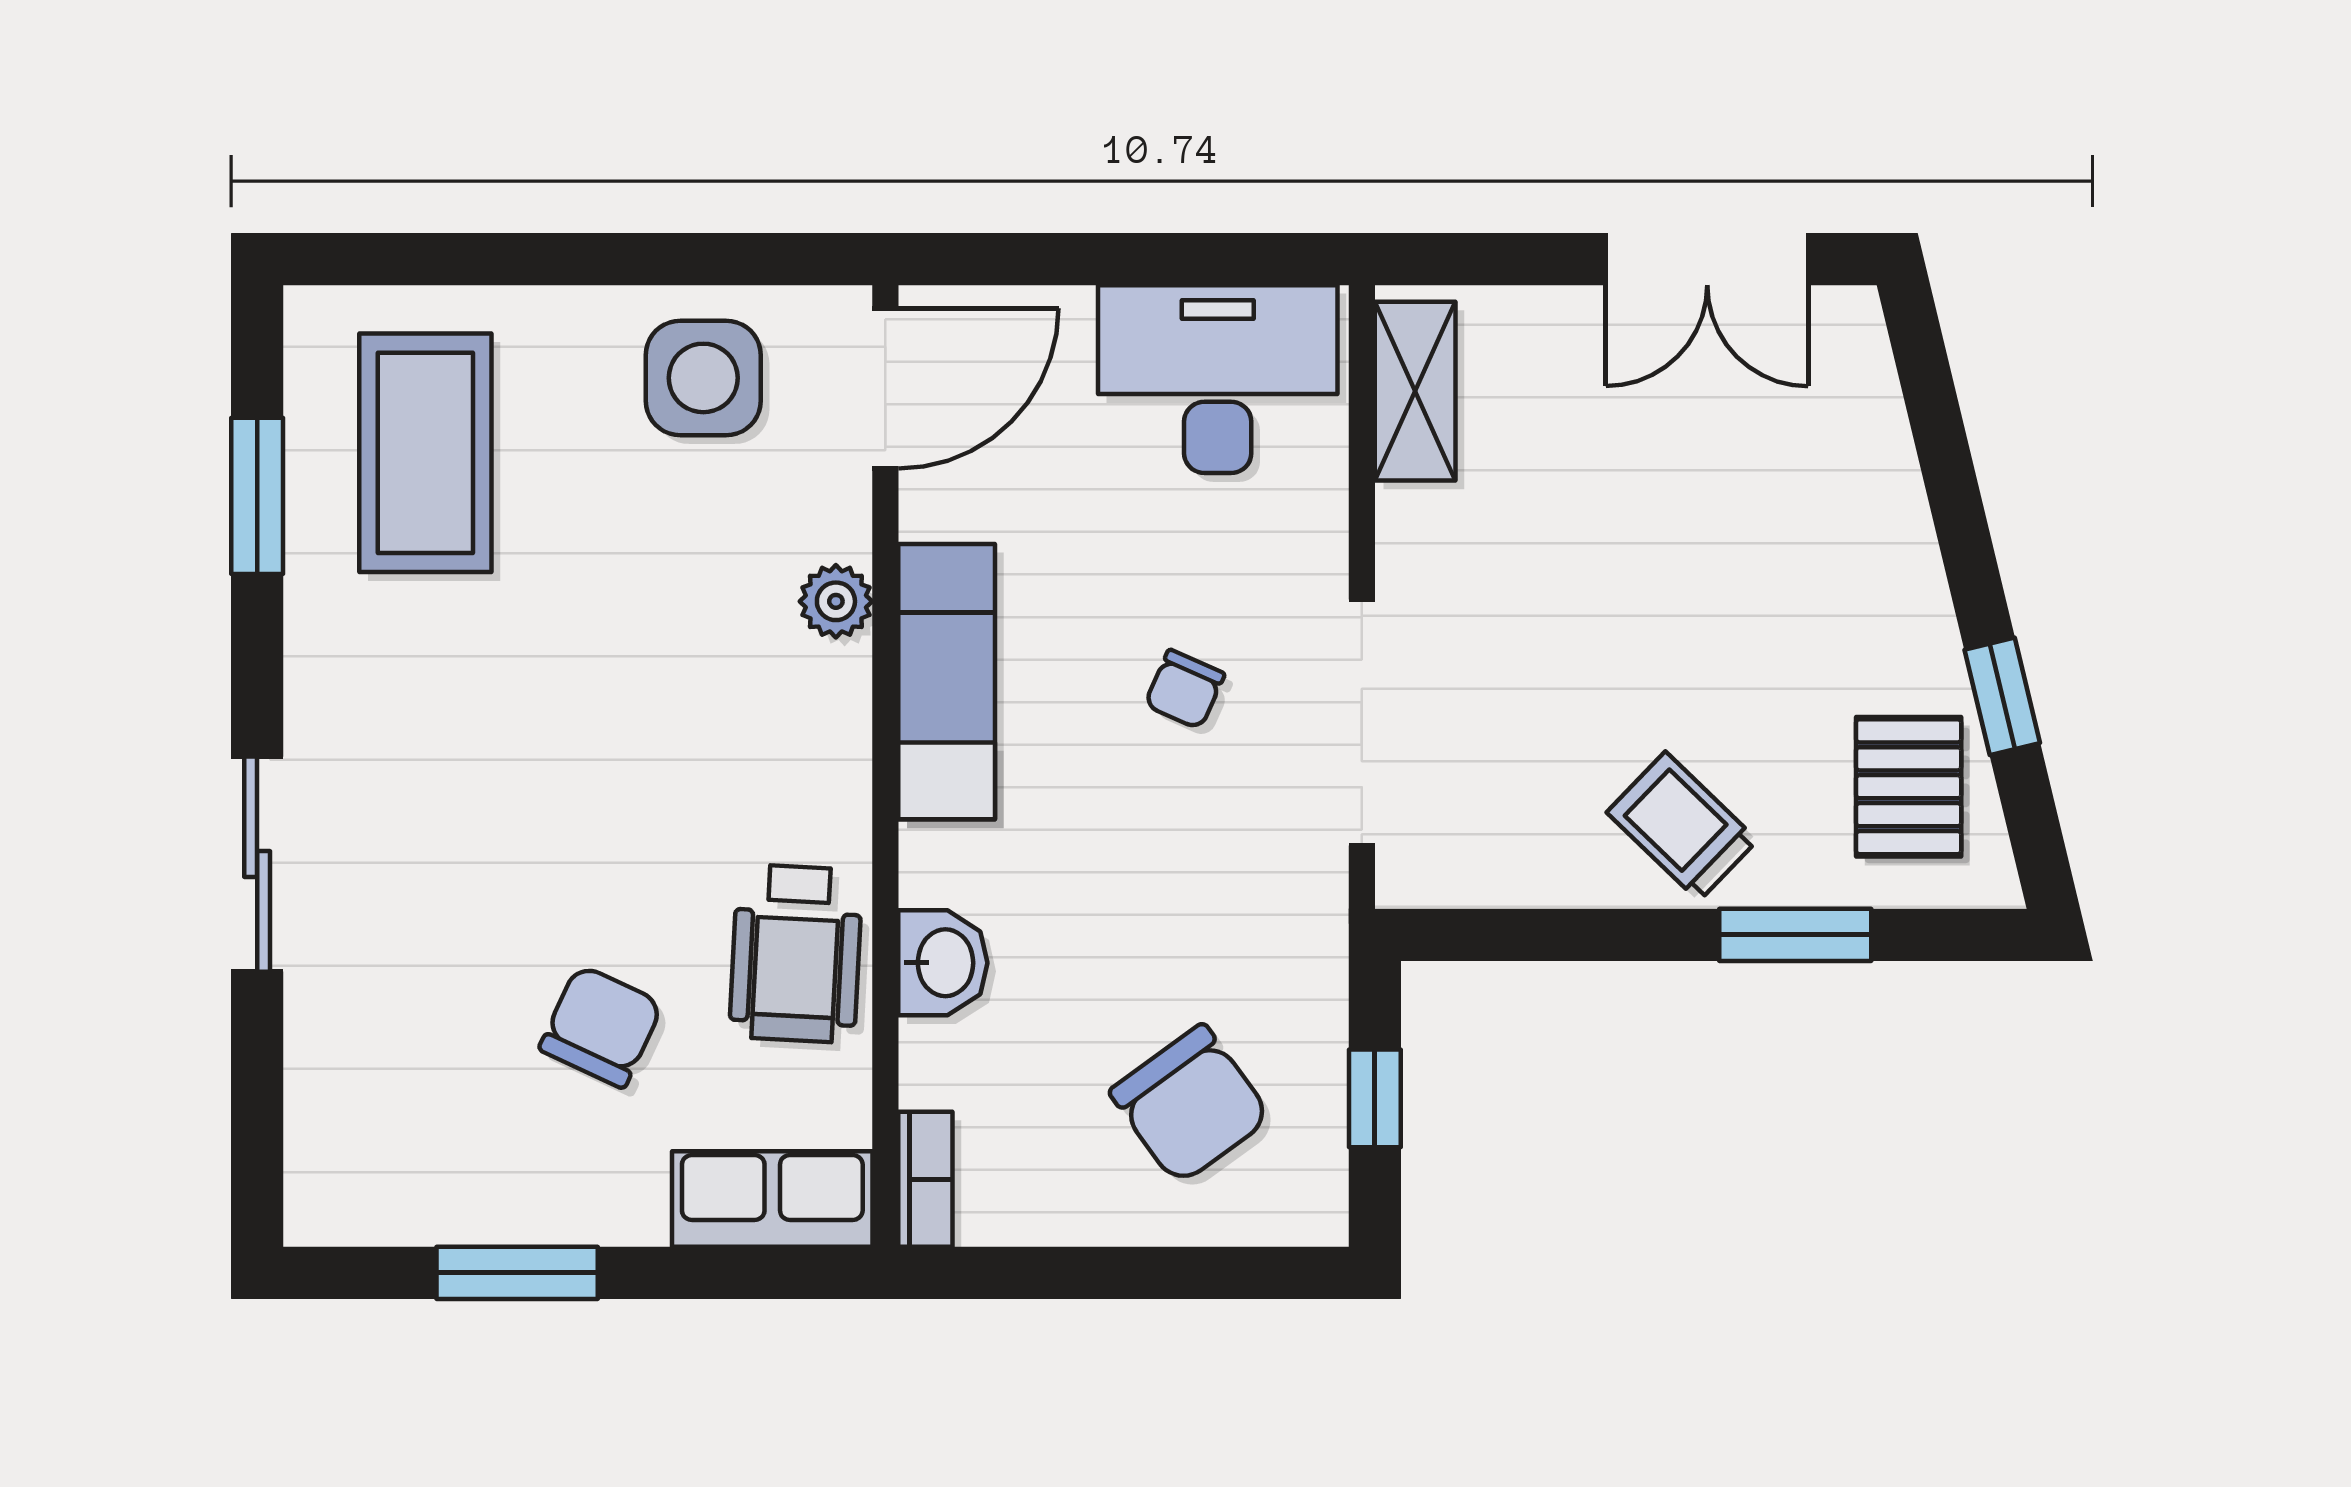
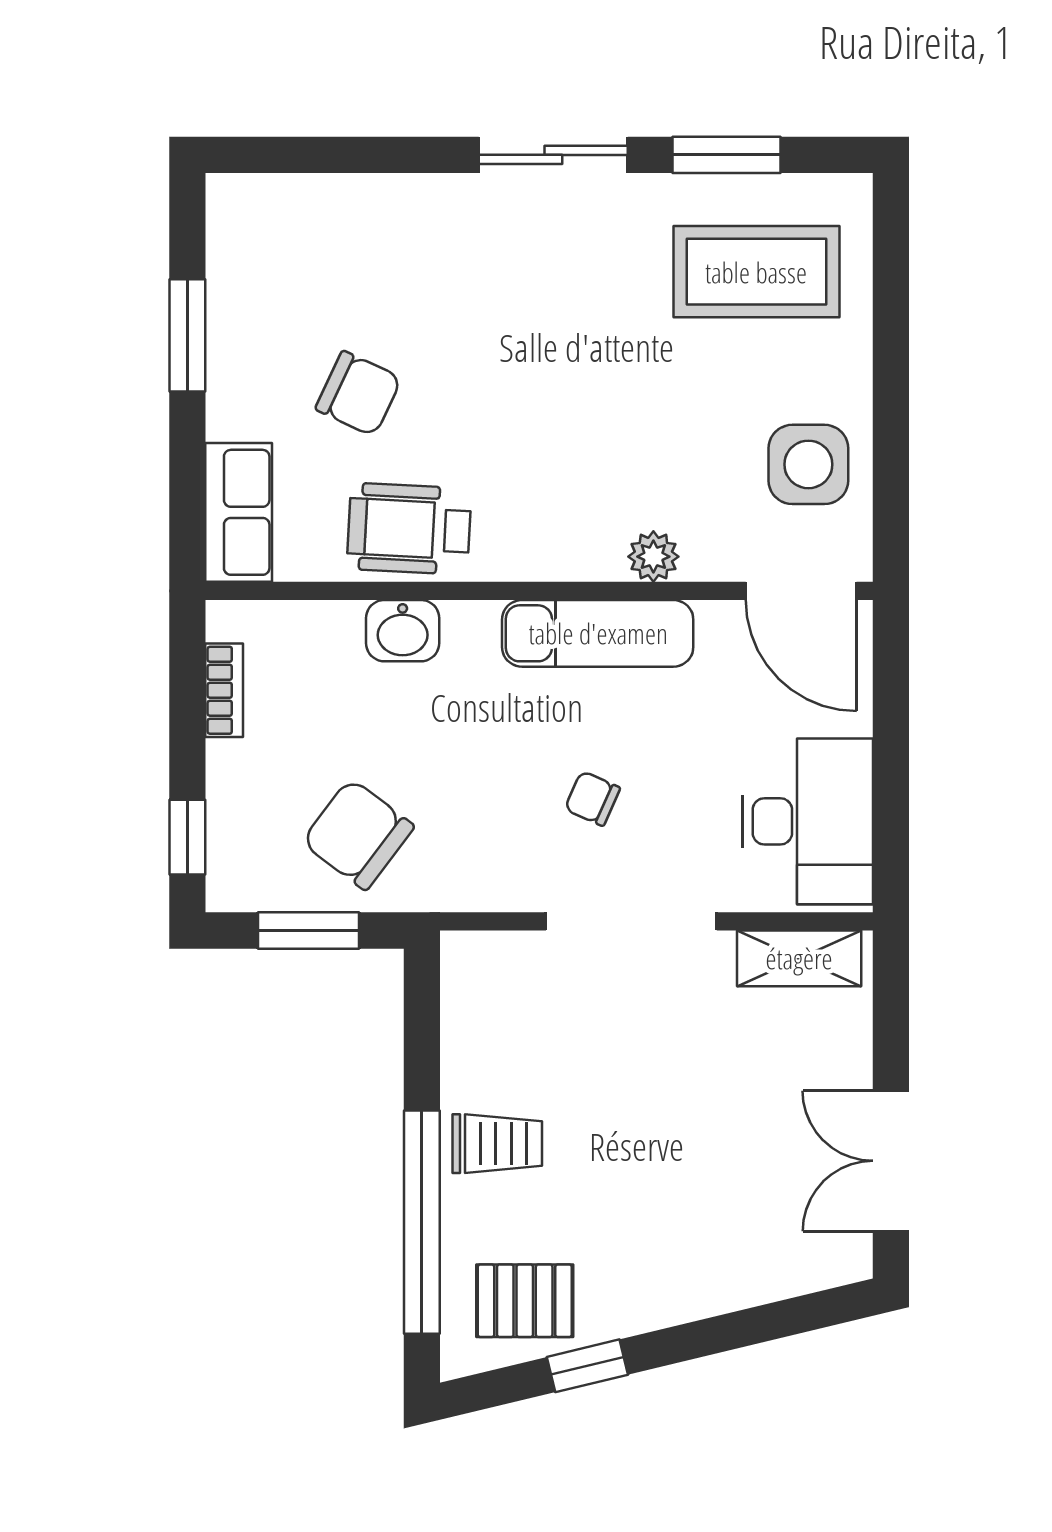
doorway: (1362, 722) -> (631, 921), moved
trolley: (1682, 826) -> (497, 1144), turned 46
sliding door: (257, 864) -> (553, 155), moved
window: (1795, 935) -> (422, 1222), width x2.11
window: (1375, 1098) -> (309, 930), width x1.50
chair: (1190, 1104) -> (358, 834), moved, turned 73
bookcase: (925, 1179) -> (224, 690), moved, turned -90
window: (1240, 1273) -> (187, 837), added

